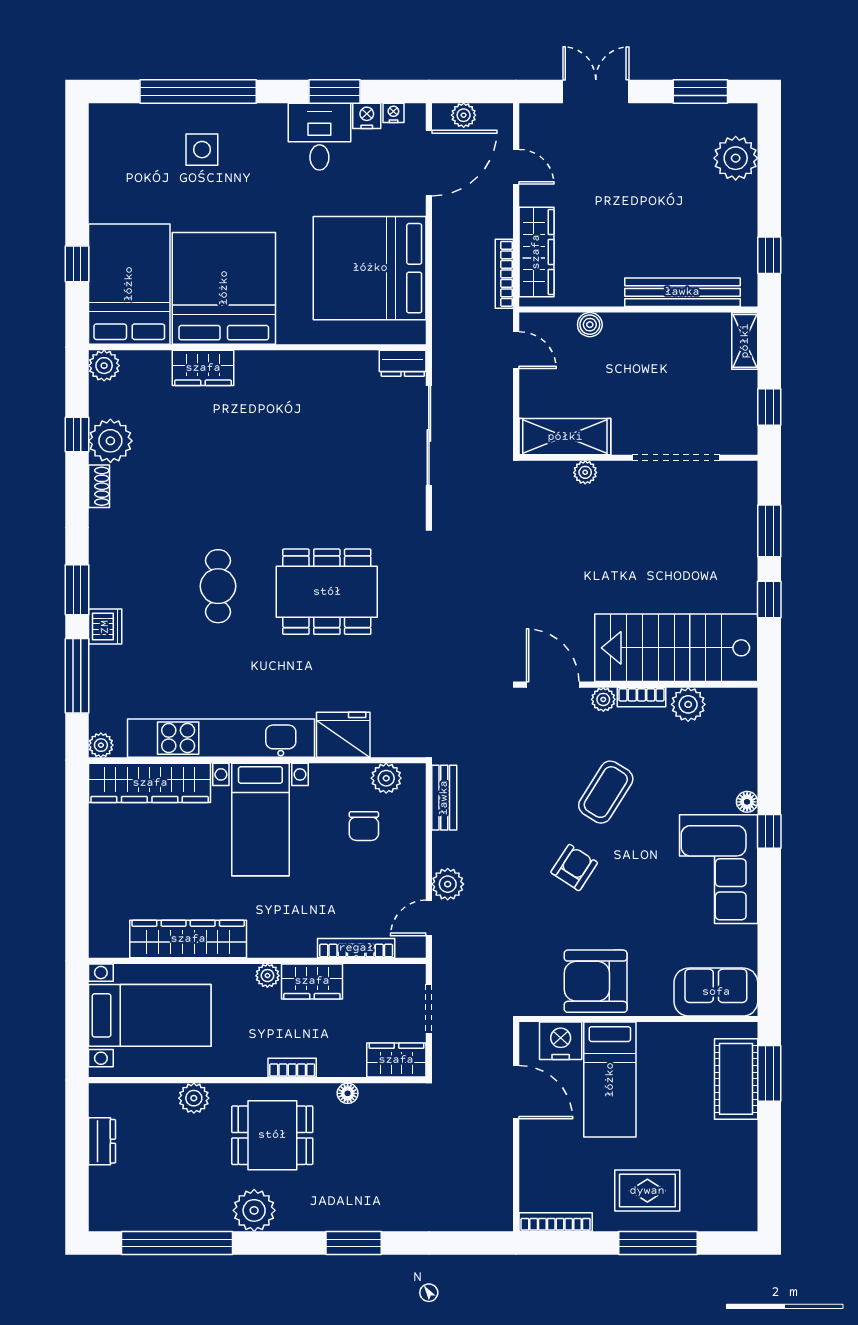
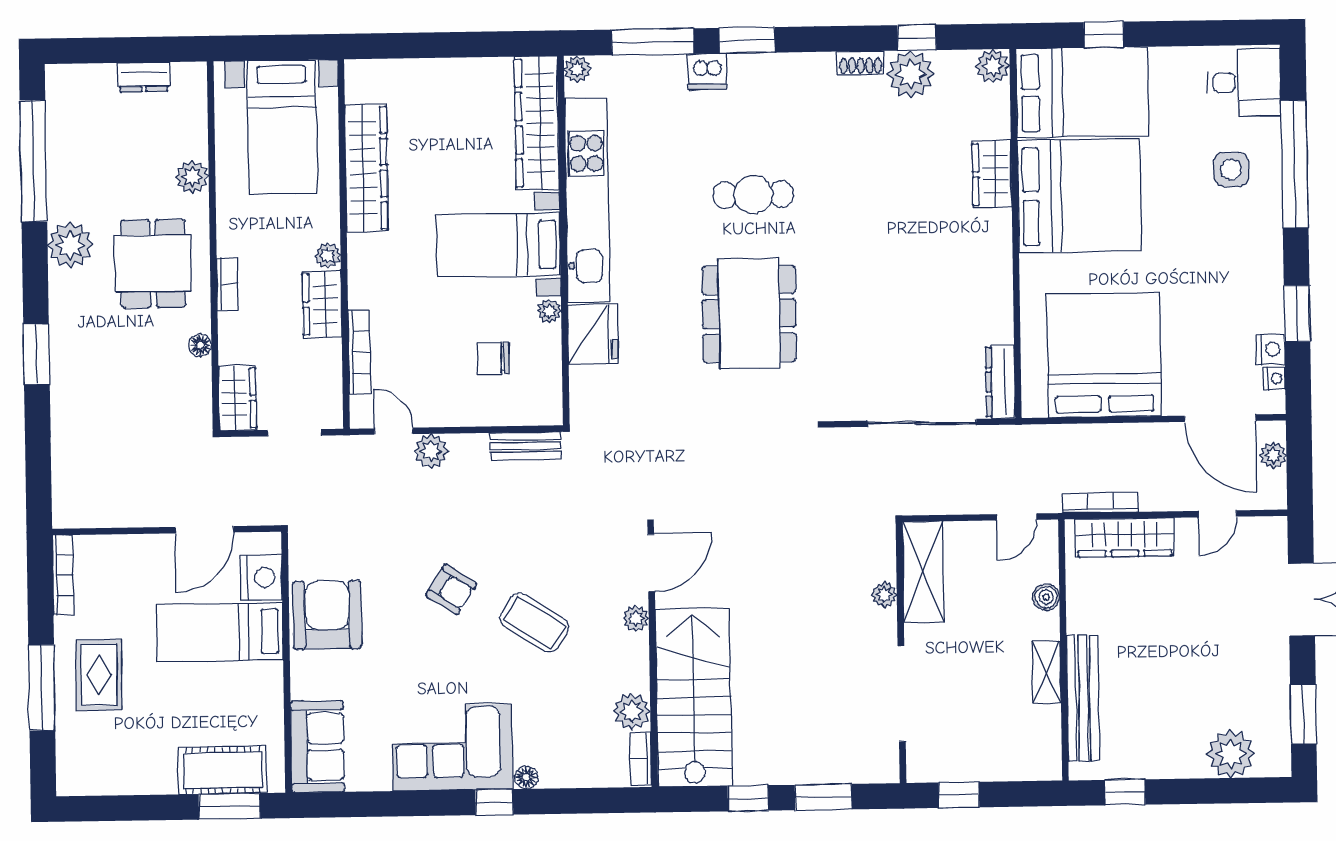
desk: (319, 137) -> (1244, 82), moved
shelving: (745, 341) -> (1047, 672), moved, turned 90
dresser: (403, 363) -> (1000, 382), width x1.44
bookcase: (642, 697) -> (641, 759), moved
plant: (386, 778) -> (549, 311), moved, width x0.73, depth x0.73

